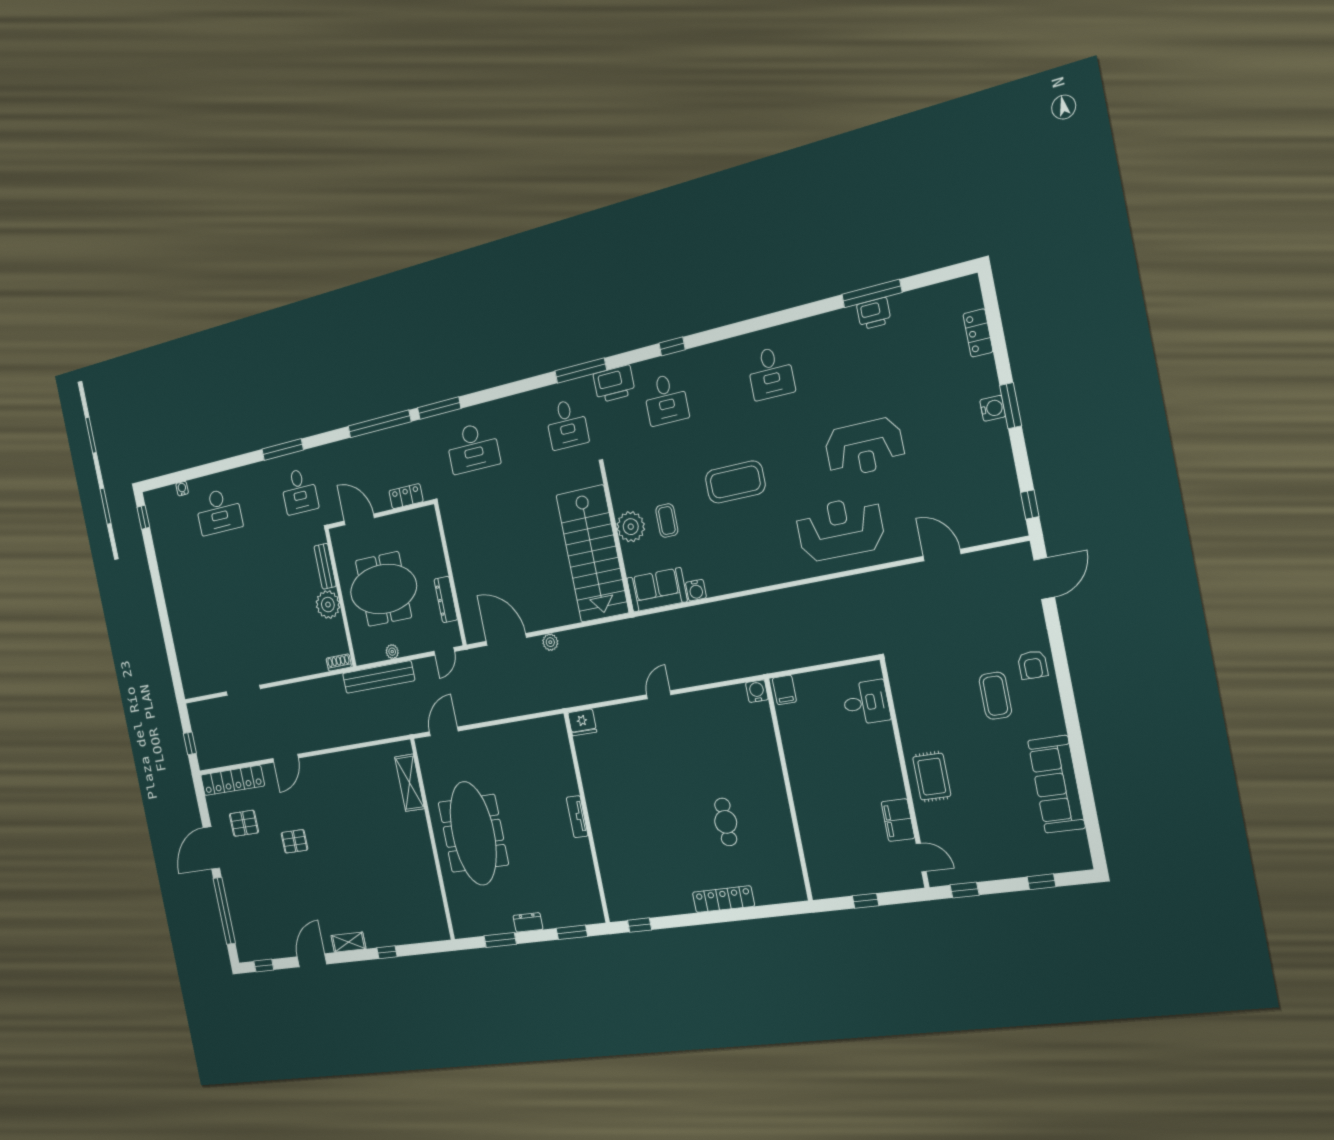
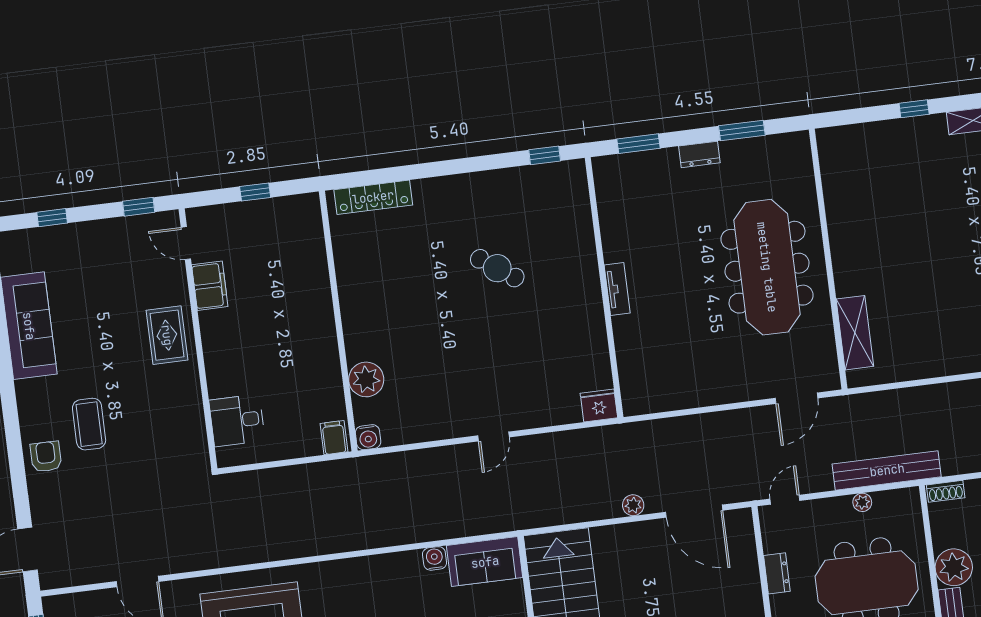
dresser: (446, 599) -> (777, 573), width x0.70
plant: (762, 740) -> (366, 379), added
cafe table: (726, 822) -> (497, 268), moved, turned -55
locker: (723, 899) -> (373, 197), moved

